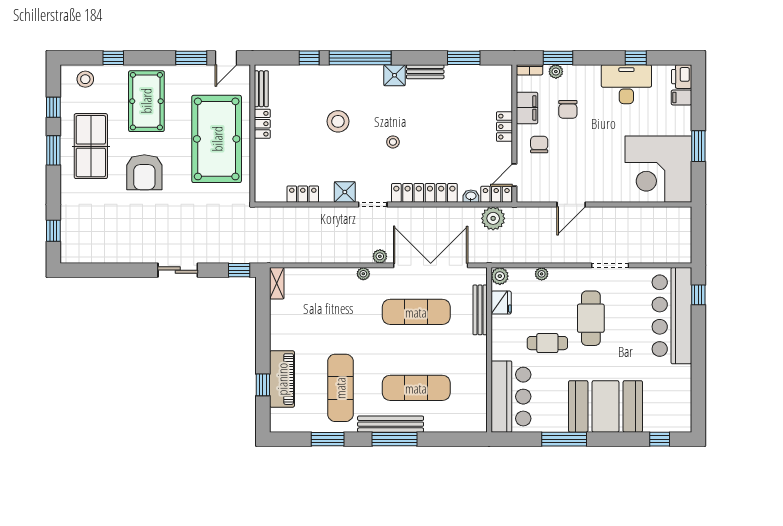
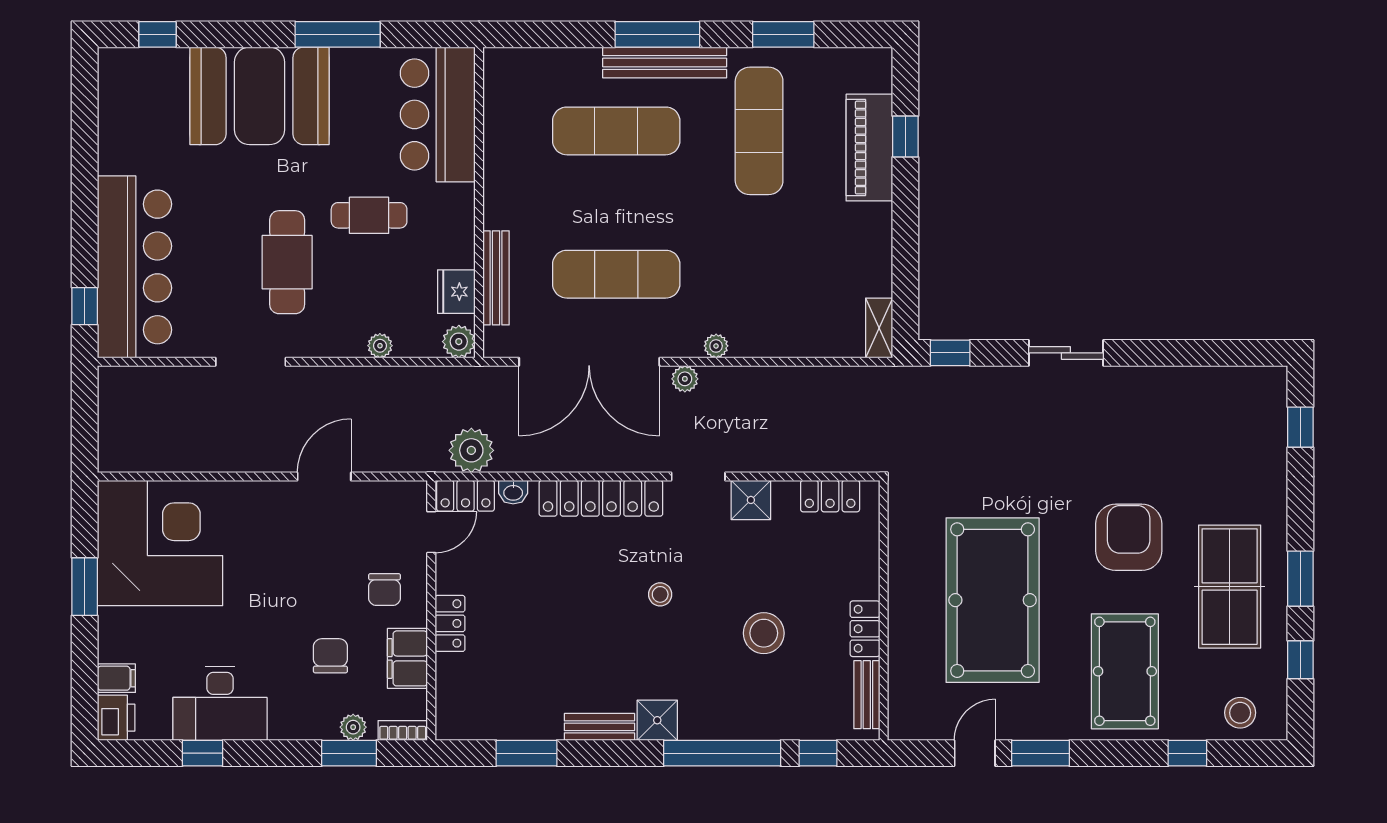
bench: (261, 89) -> (867, 695), moved
locker: (262, 124) -> (865, 629), moved
wall: (252, 134) -> (884, 610), moved

